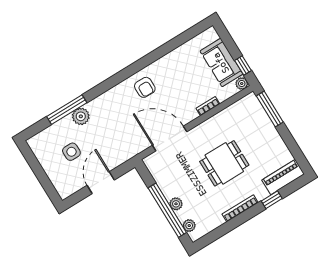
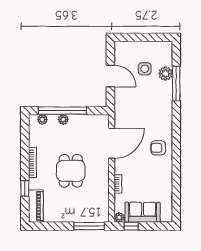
plant: (81, 116) -> (165, 74), moved

